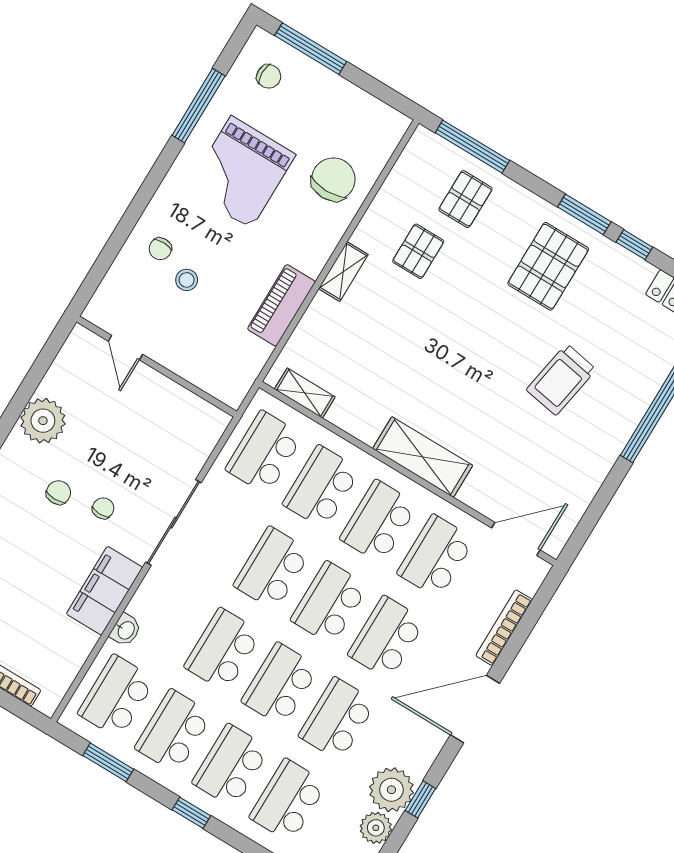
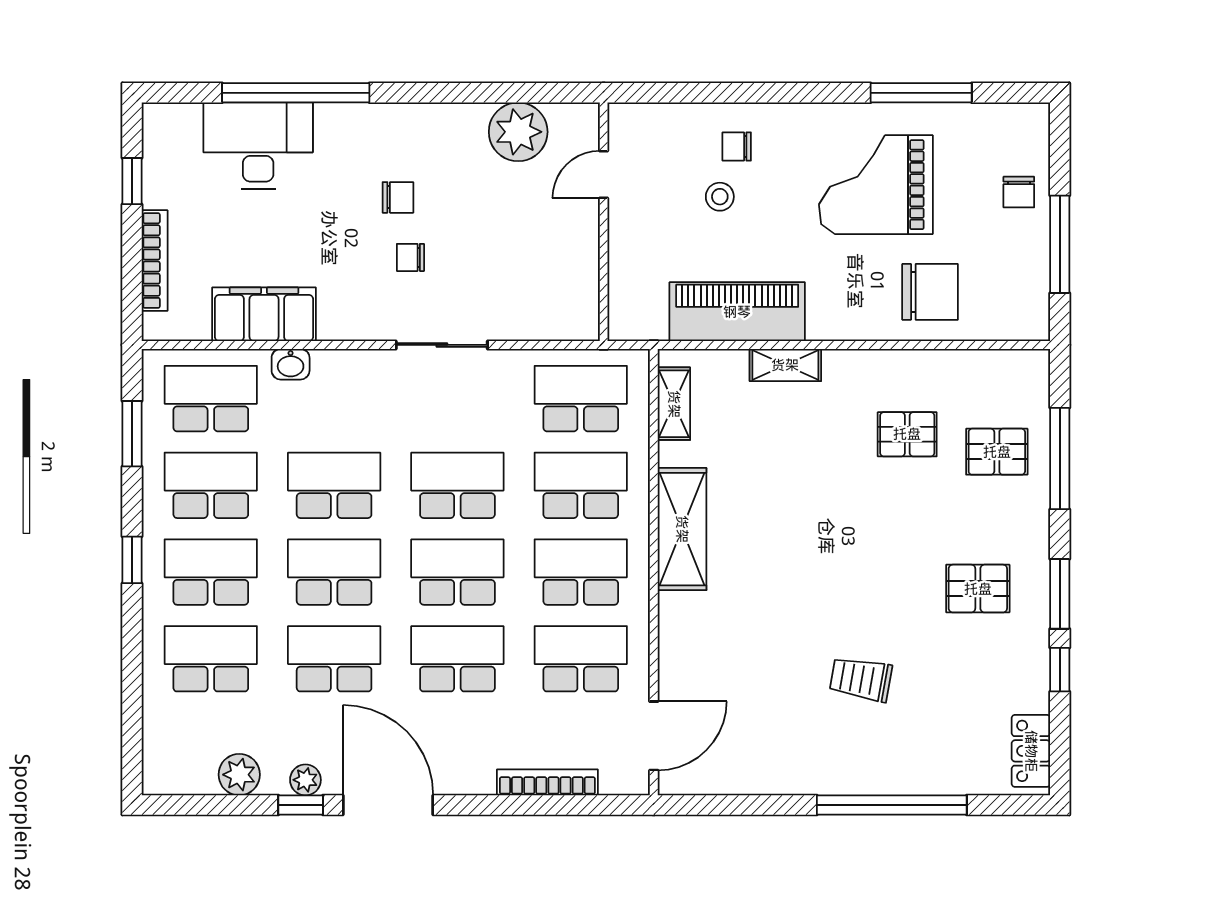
window: (311, 49) -> (1060, 244), moved
chair: (269, 76) -> (1019, 192), moved
window: (472, 147) -> (1060, 459), moved
pallet: (548, 266) -> (978, 589), width x0.67, depth x0.71
shelving: (343, 272) -> (785, 365), moved
piano: (281, 305) -> (737, 312), width x1.37, depth x1.33
trolley: (561, 380) -> (861, 679), width x0.73, depth x0.72
plant: (43, 421) -> (518, 132), moved
shelving: (423, 457) -> (682, 529), moved
chair: (103, 508) -> (410, 257), turned 180
sliding door: (173, 523) -> (442, 345), width x0.73
door: (516, 539) -> (654, 736), hinge flipped
filing cabinet: (104, 591) -> (264, 314), moved
door: (475, 709) -> (388, 805), moved
plant: (391, 790) -> (305, 780), width x0.53, depth x0.53

